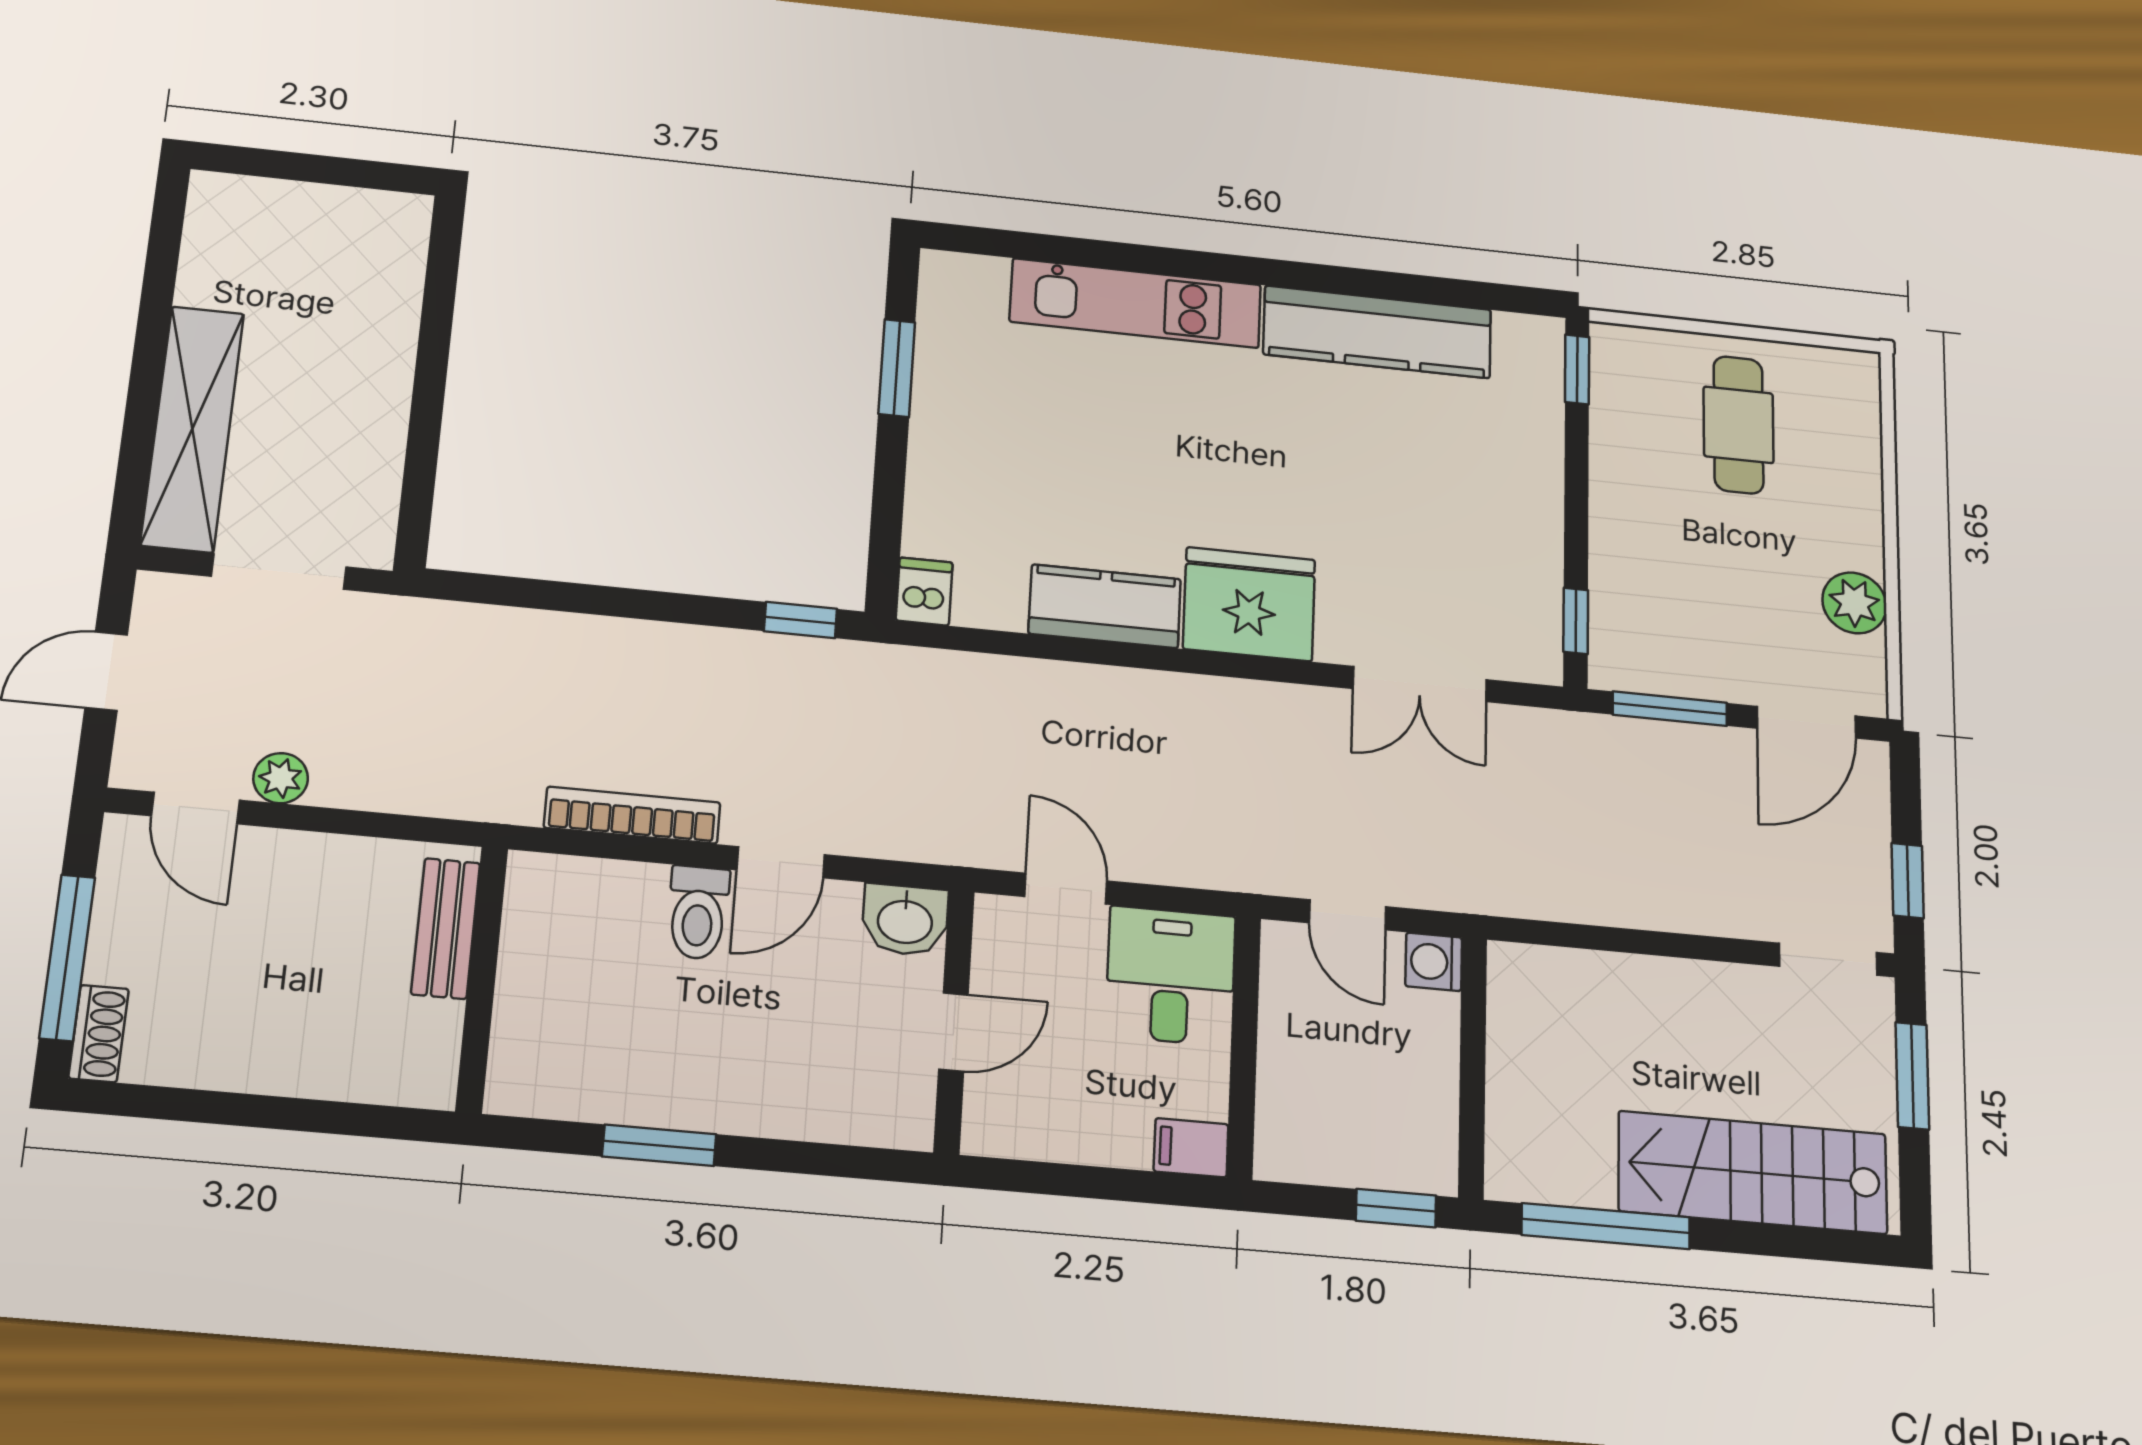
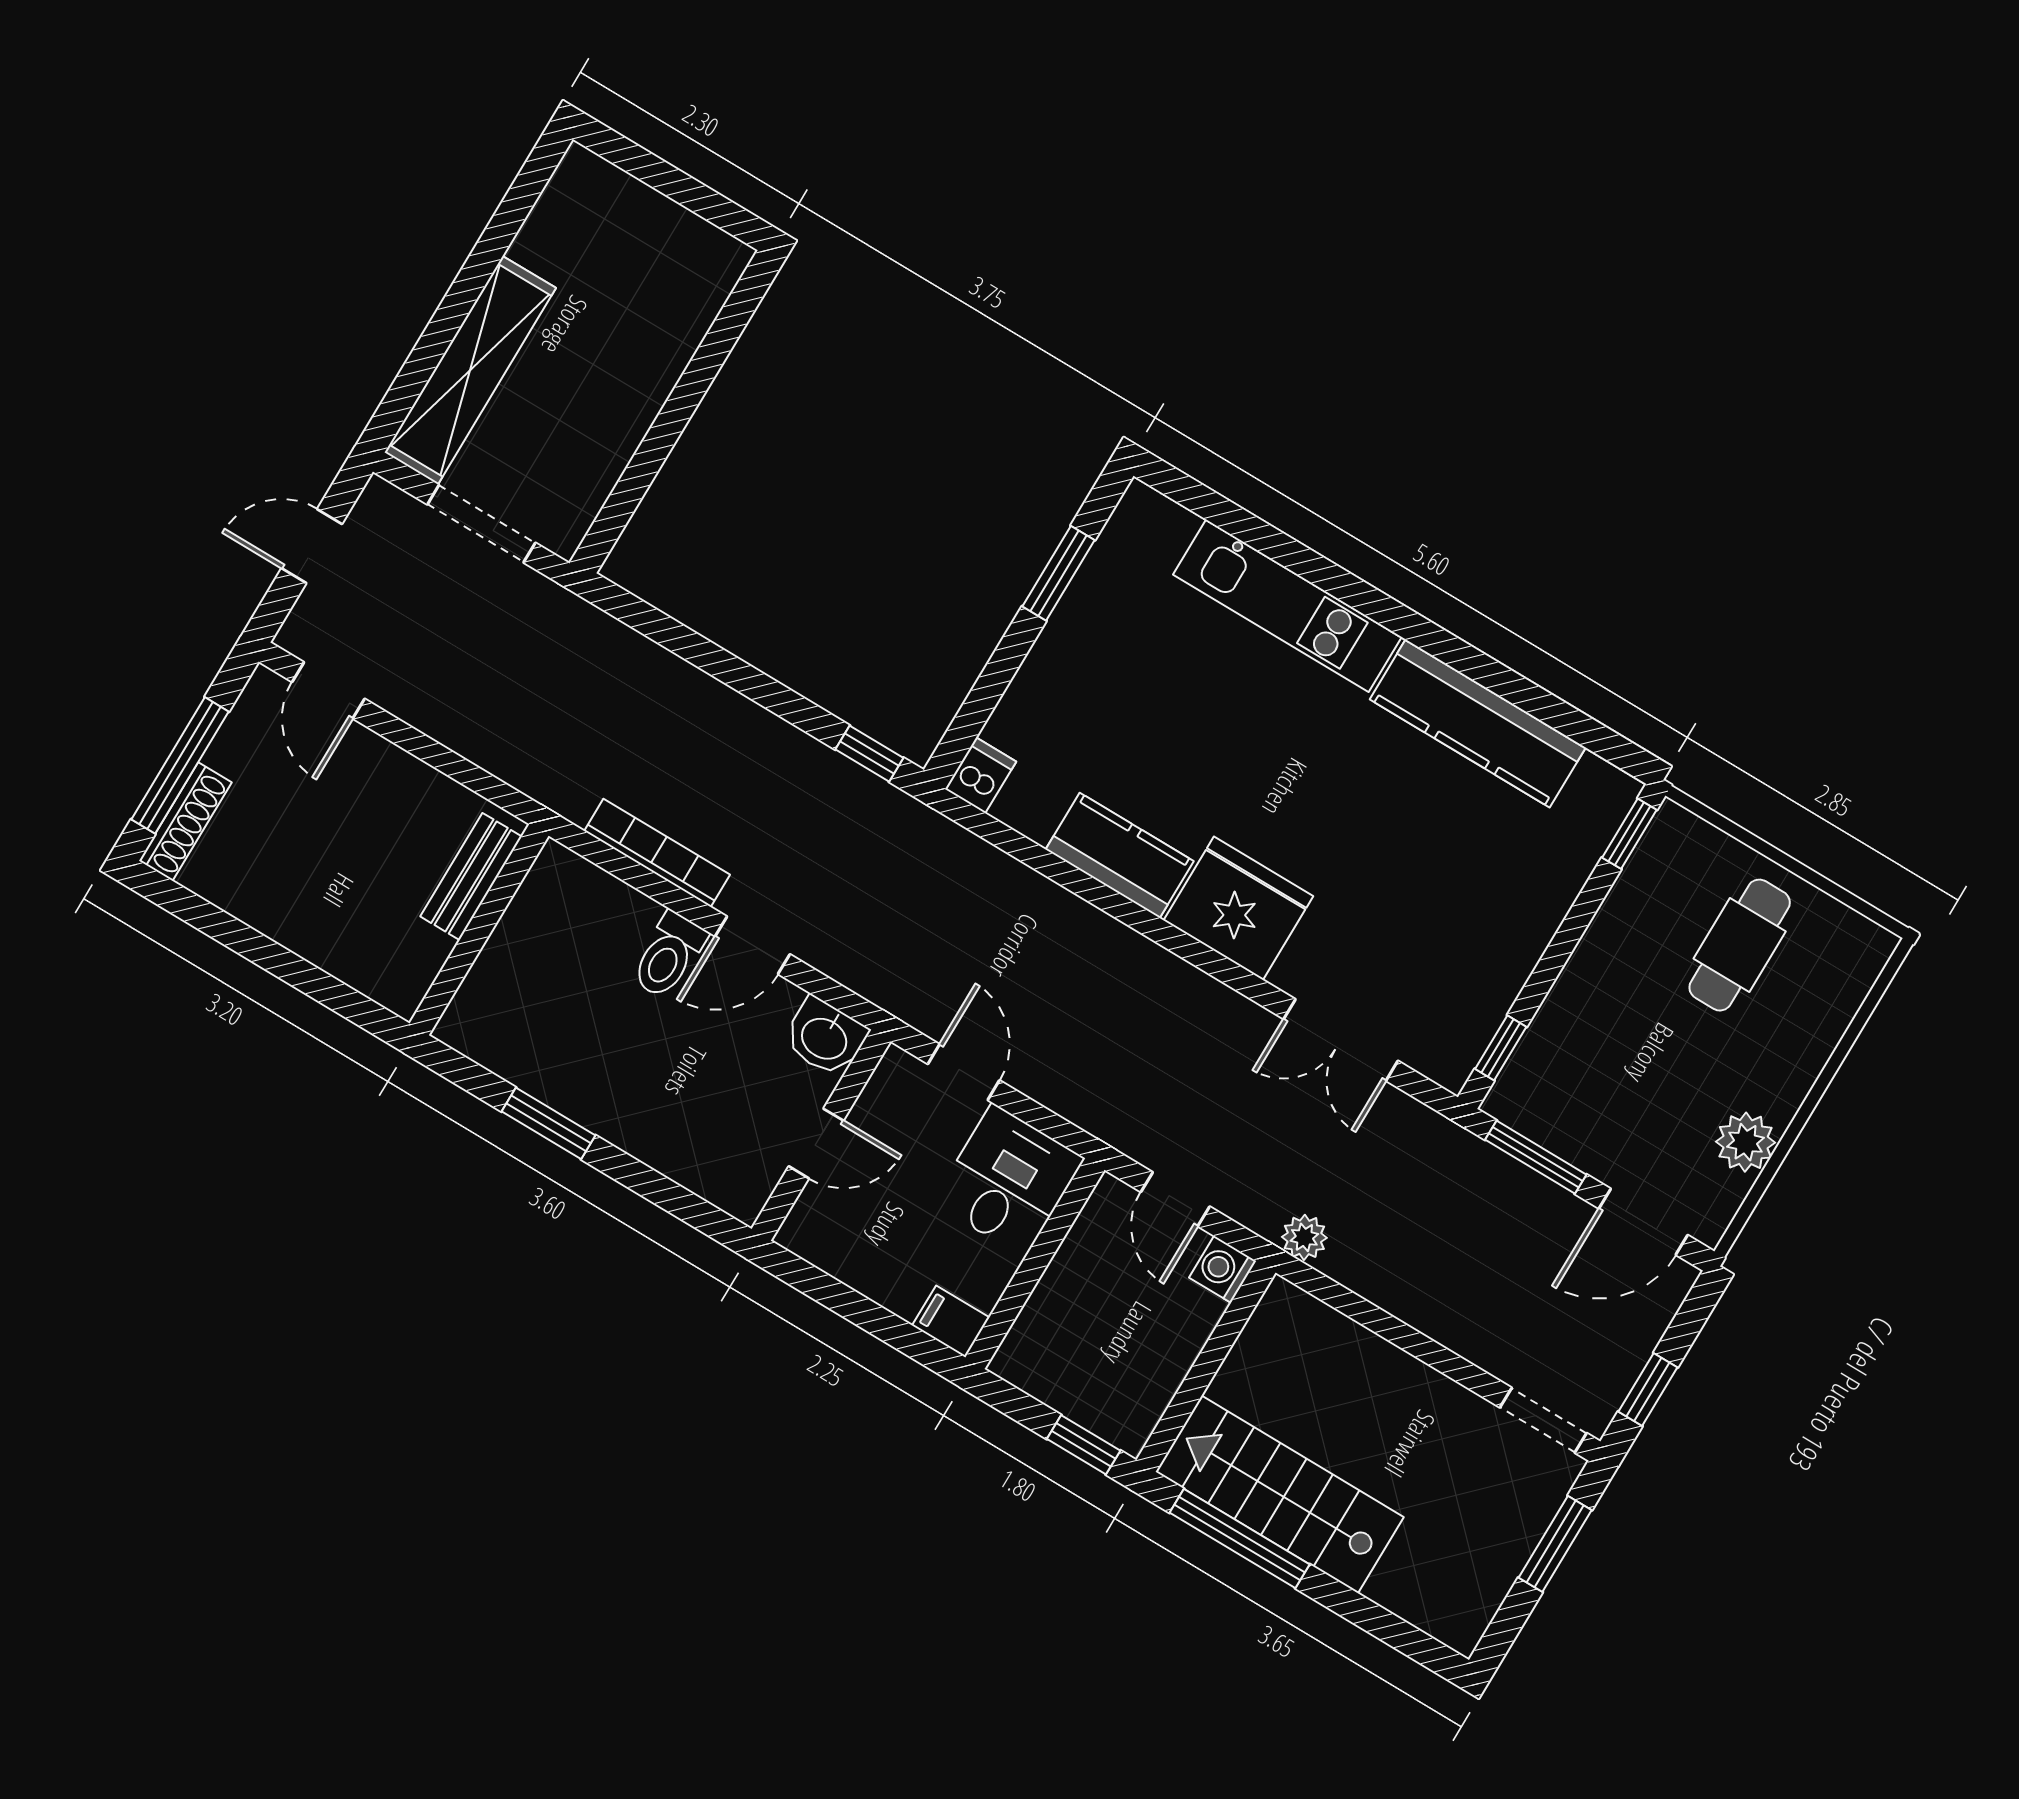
plant: (281, 778) -> (1304, 1237), moved
shoe rack: (99, 1034) -> (185, 822), width x1.43
stairs: (1753, 1172) -> (1280, 1494), moved

